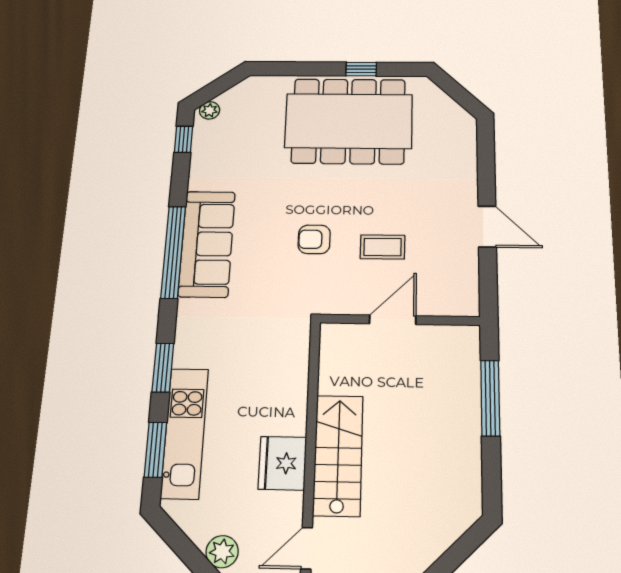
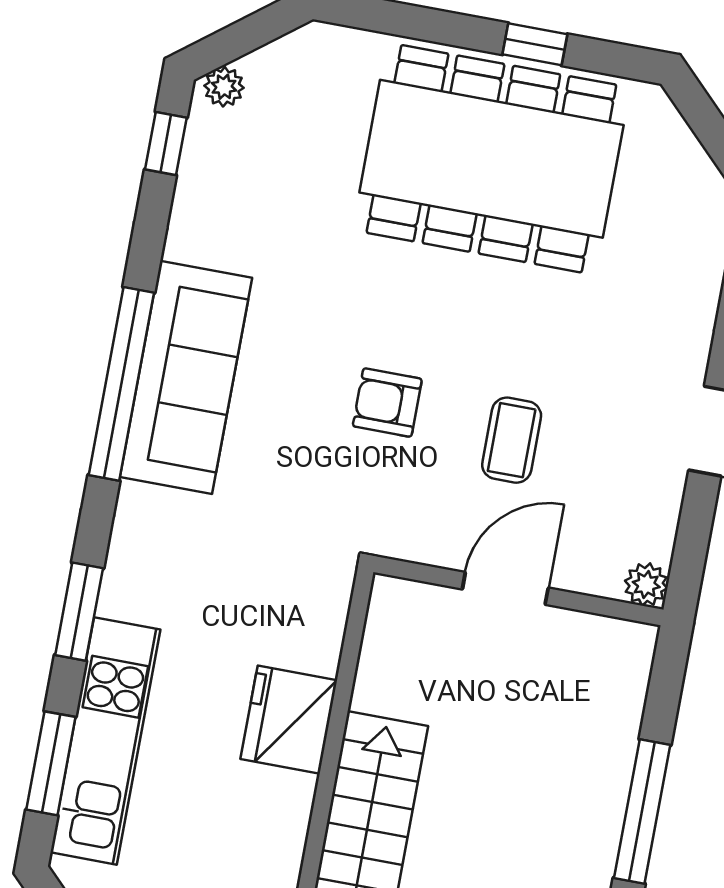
coffee table: (383, 247) -> (512, 440), turned 90
plant: (468, 306) -> (646, 585), added
window: (490, 398) -> (642, 812), moved
fridge: (282, 463) -> (289, 720), moved

